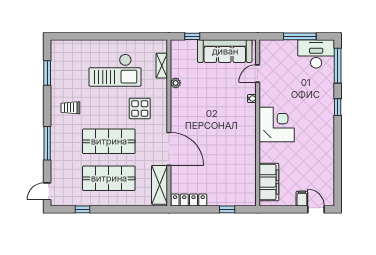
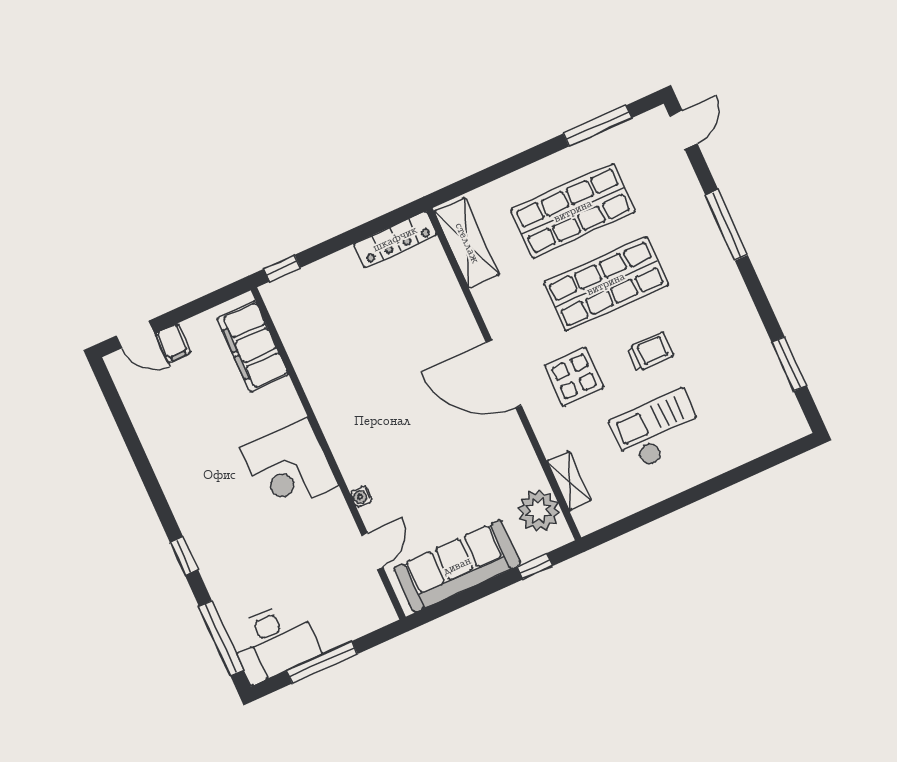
checkout: (115, 70) -> (657, 430), width x0.73, depth x0.83
plant: (176, 83) -> (538, 511), moved, width x1.87, depth x1.87
trolley: (70, 108) -> (650, 352), moved
door: (169, 149) -> (504, 374), moved
window: (82, 209) -> (597, 126), width x2.17
window: (227, 209) -> (282, 268), moved

